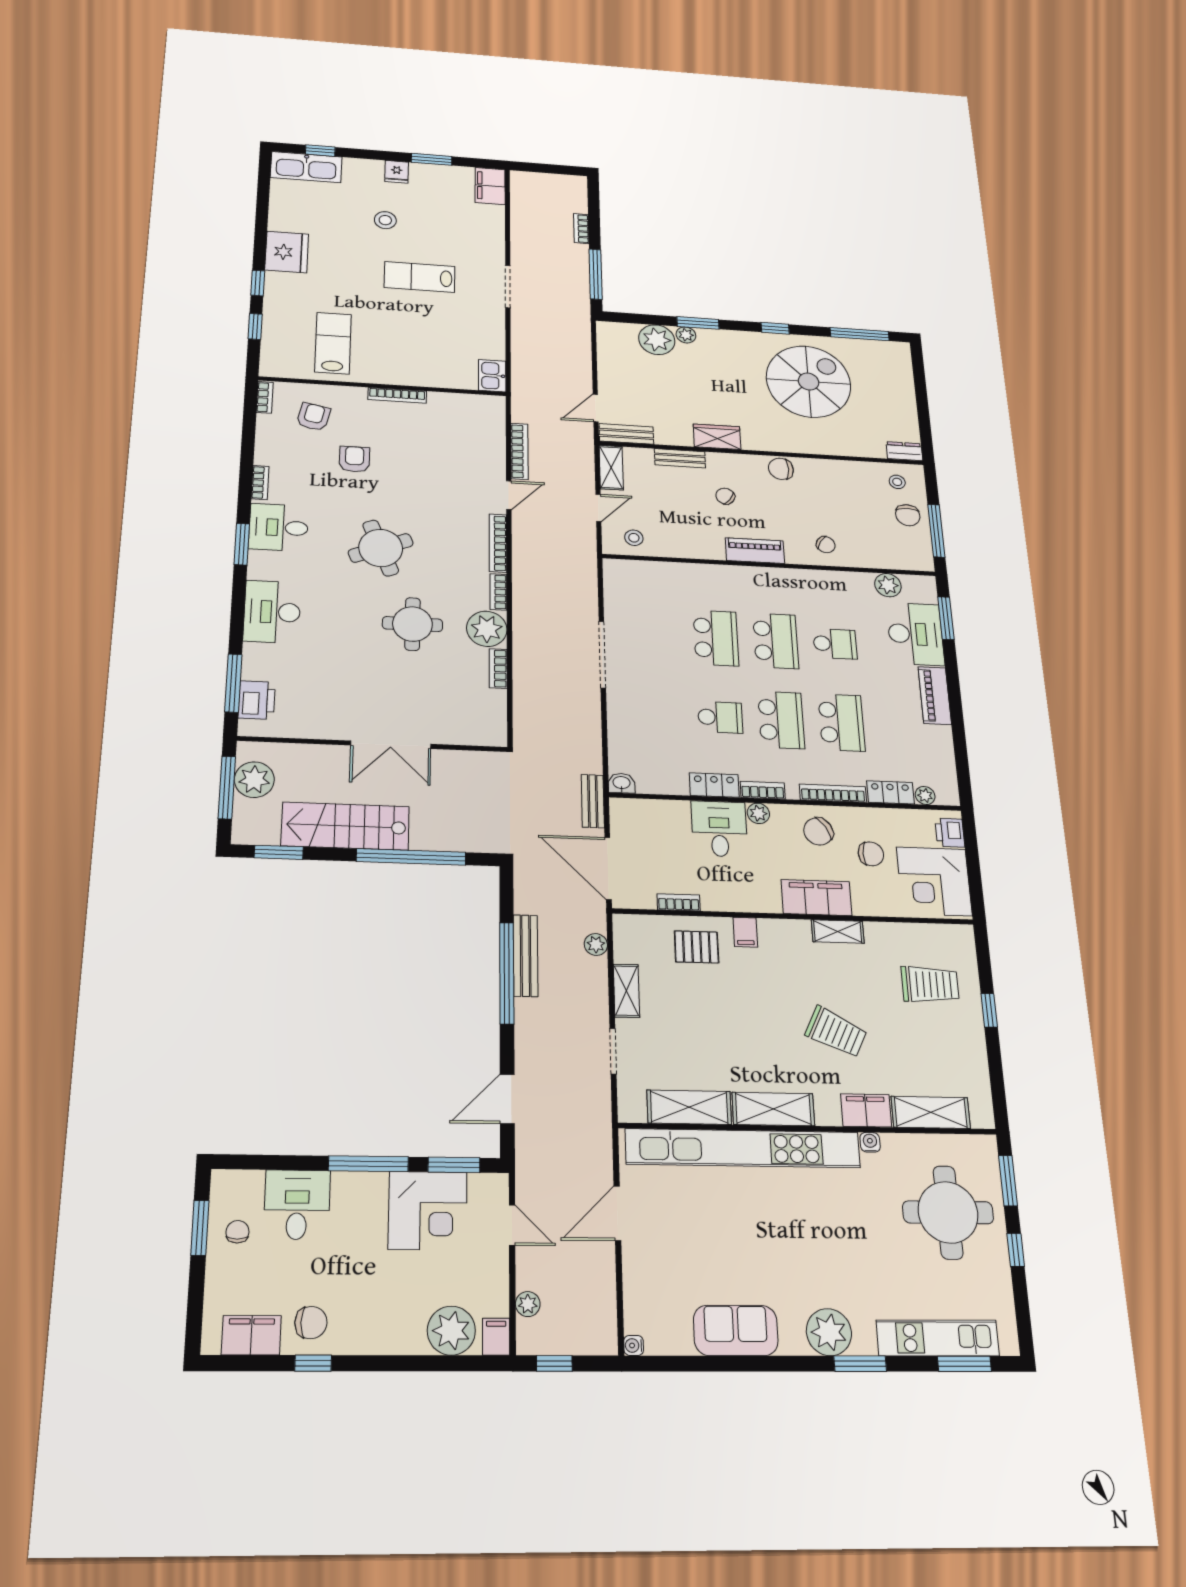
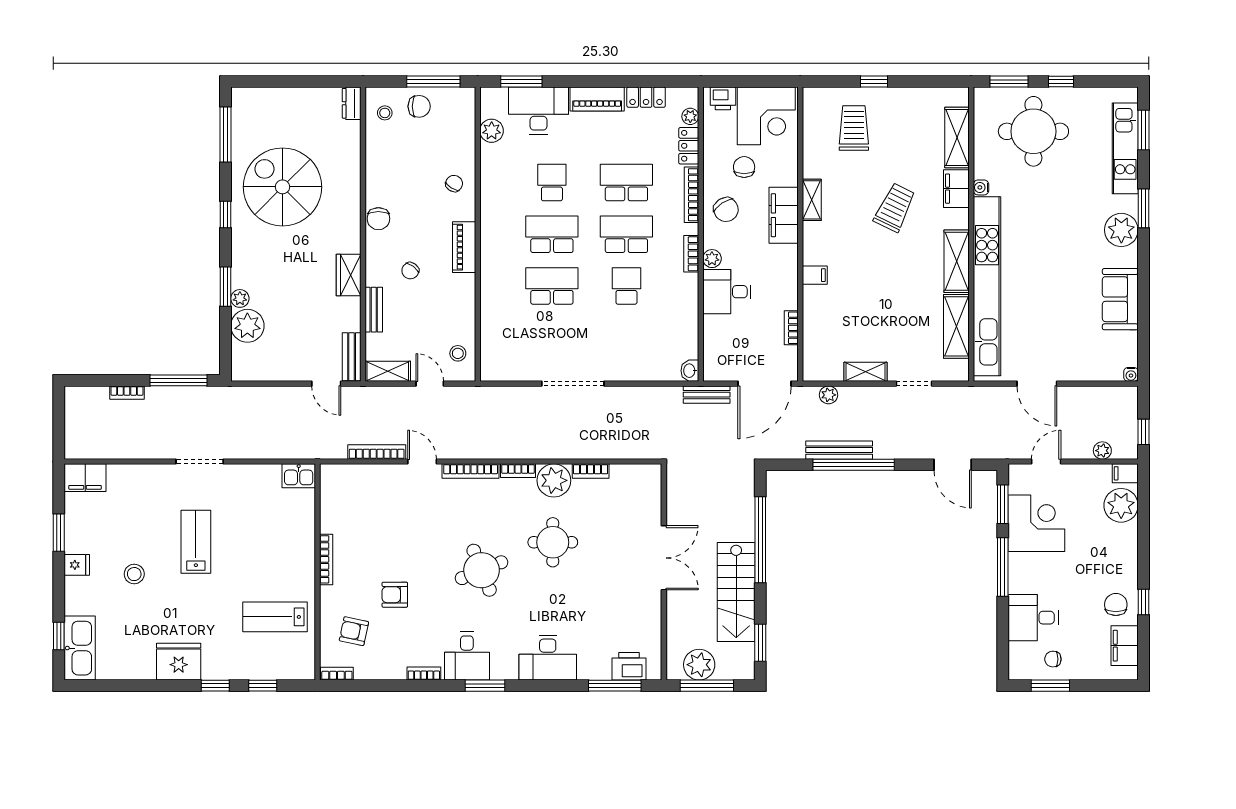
lab bench: (420, 277) -> (196, 542), turned 180
locker: (714, 785) -> (646, 97), moved, turned -90
pallet: (696, 947) -> (828, 315), removed

